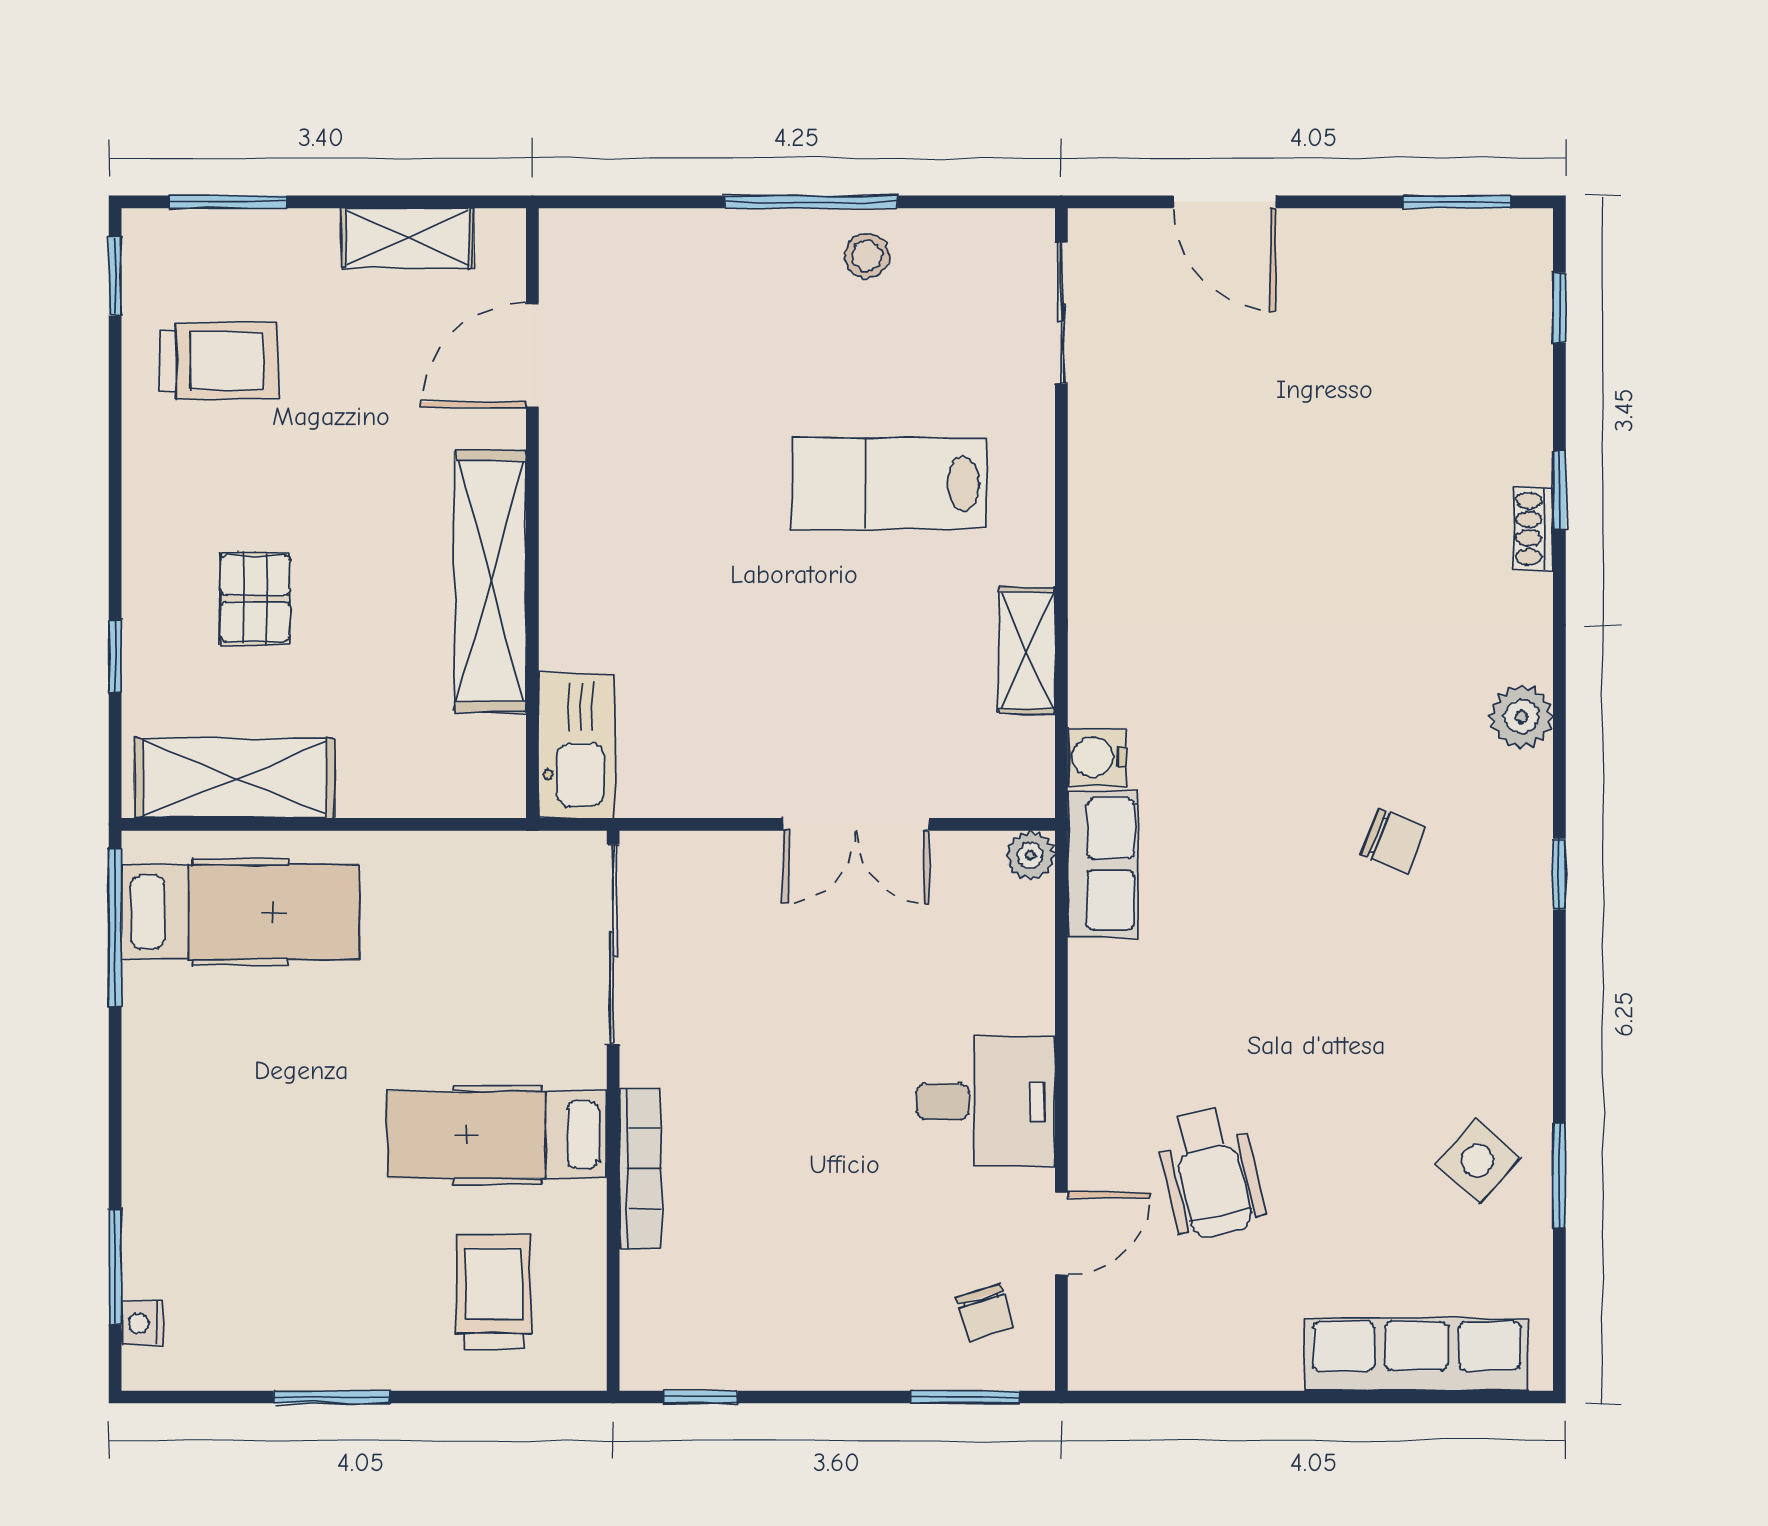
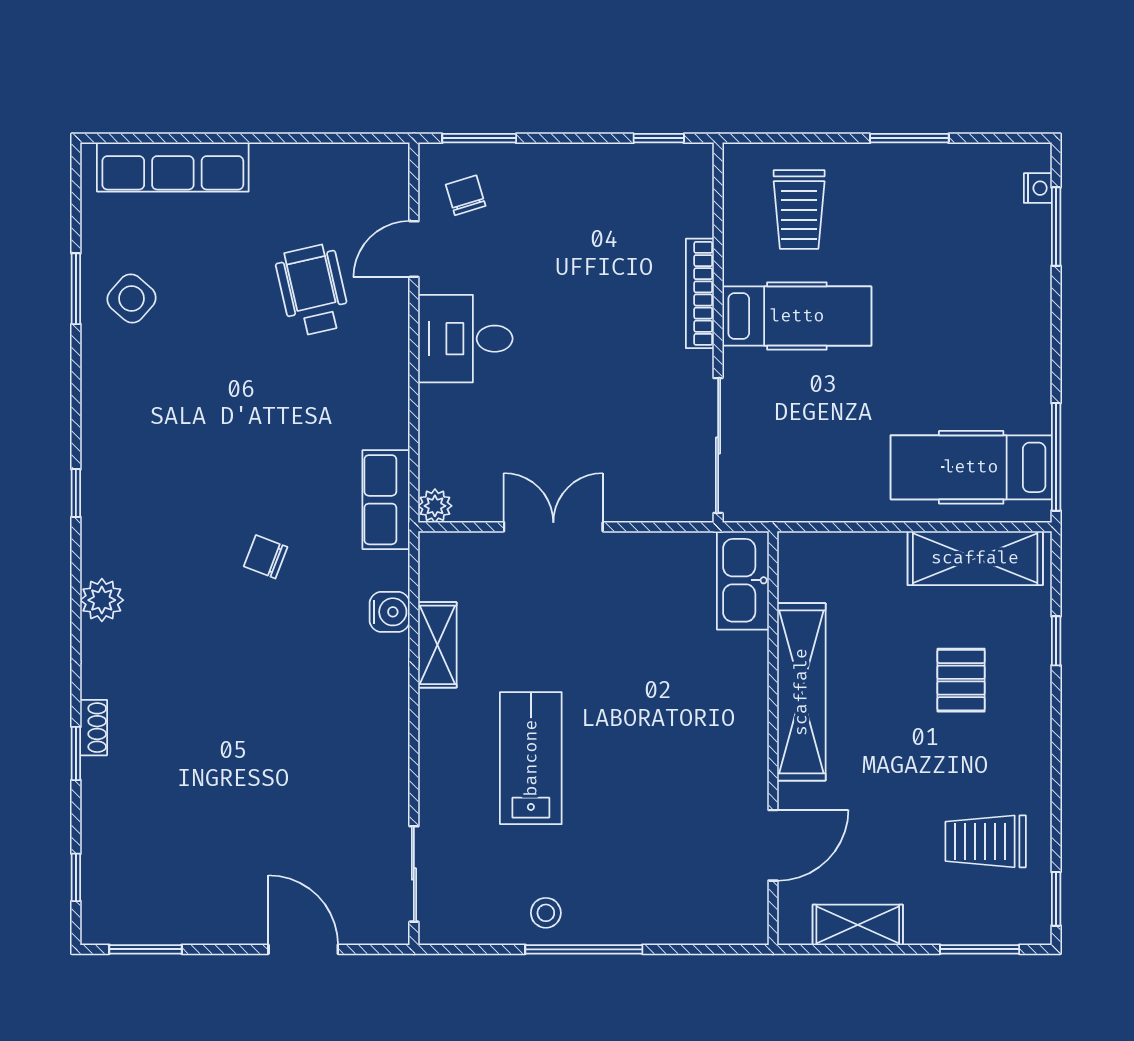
lab bench: (889, 484) -> (531, 758), turned -90
water cooler: (1097, 757) -> (390, 612), moved
chair: (1393, 841) -> (266, 557), moved

